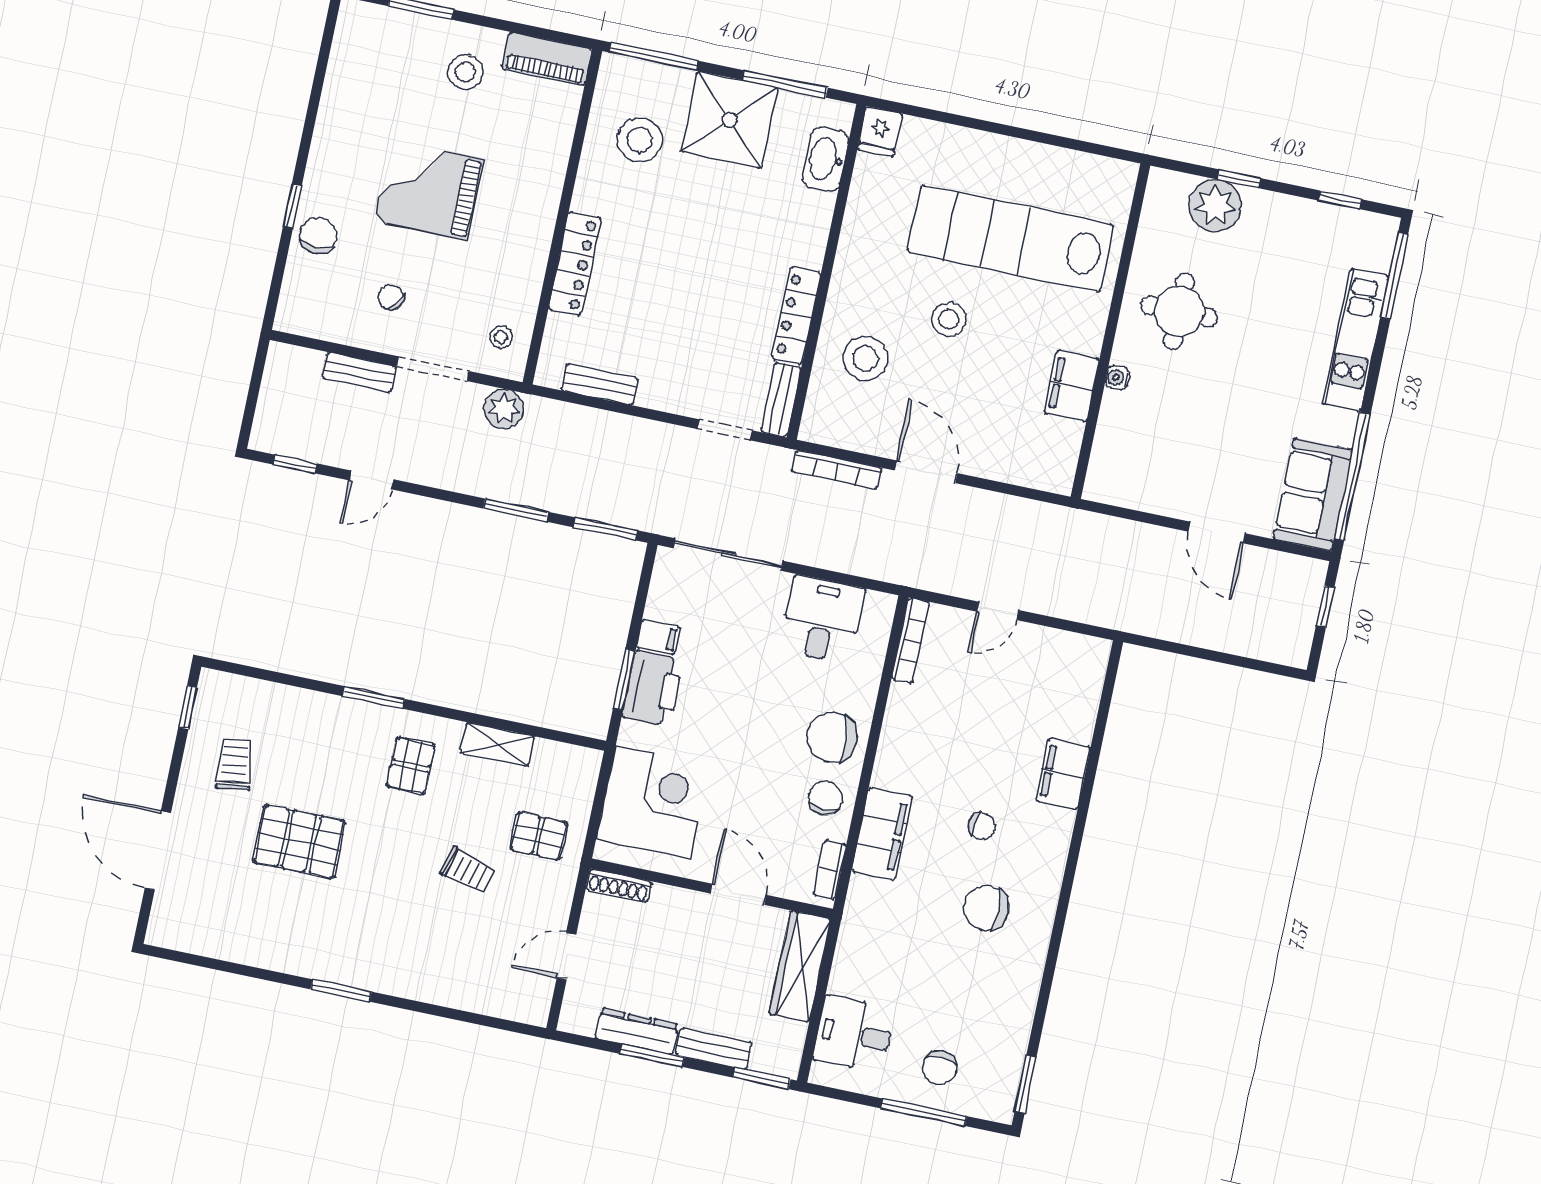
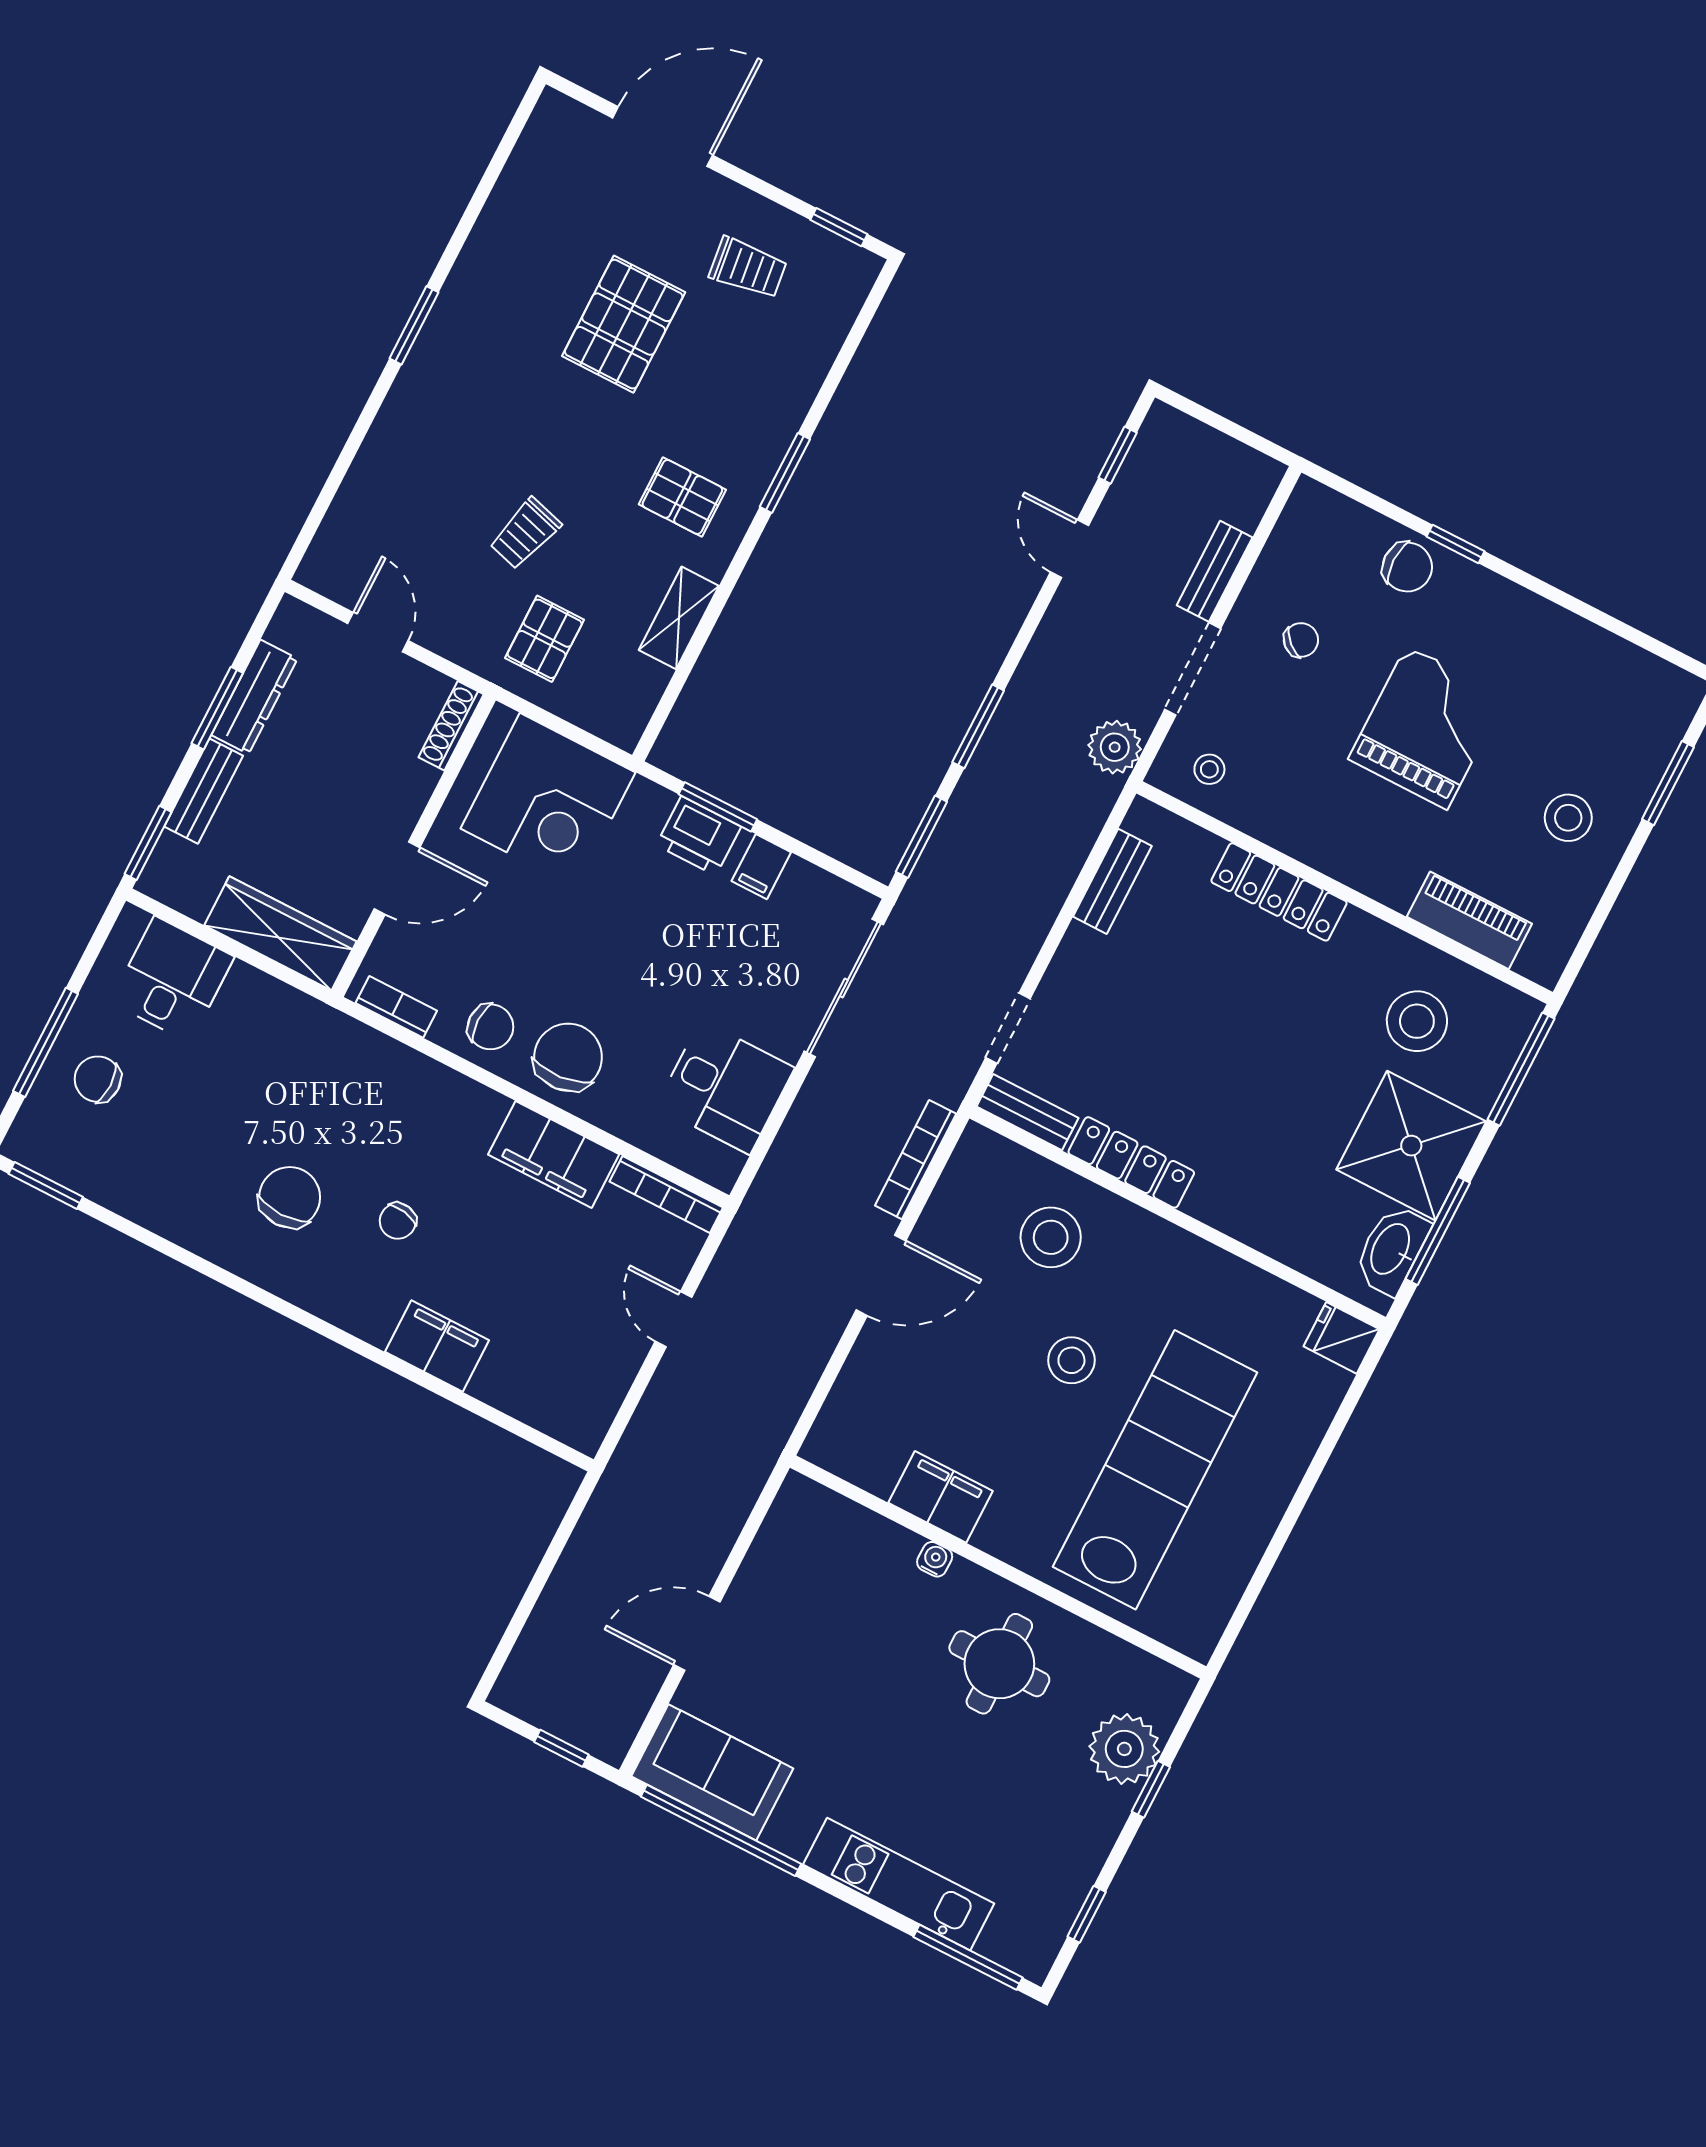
piano: (547, 59) -> (1469, 920), moved, turned 90
washbasin: (825, 159) -> (1392, 1250), moved, turned -90
printer: (653, 689) -> (699, 836), width x0.73, depth x0.84
filing cabinet: (882, 834) -> (554, 1154), moved

